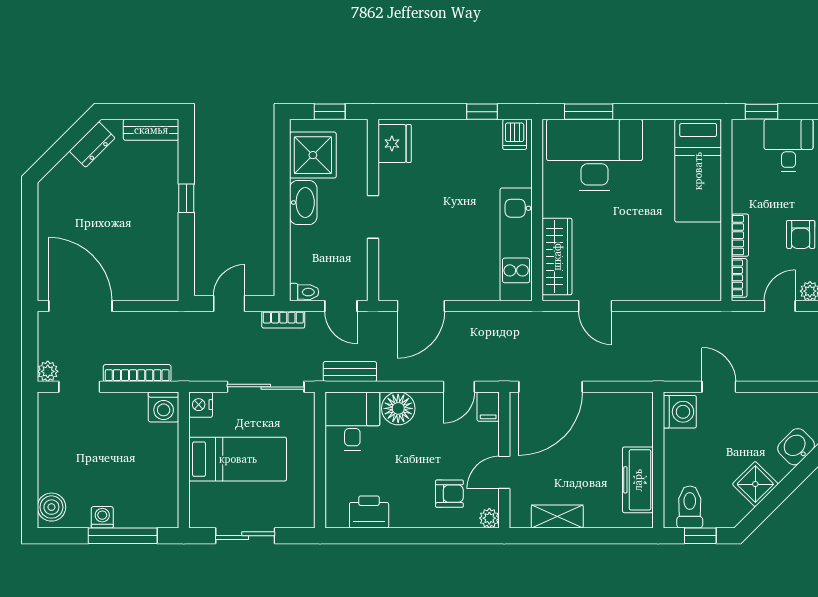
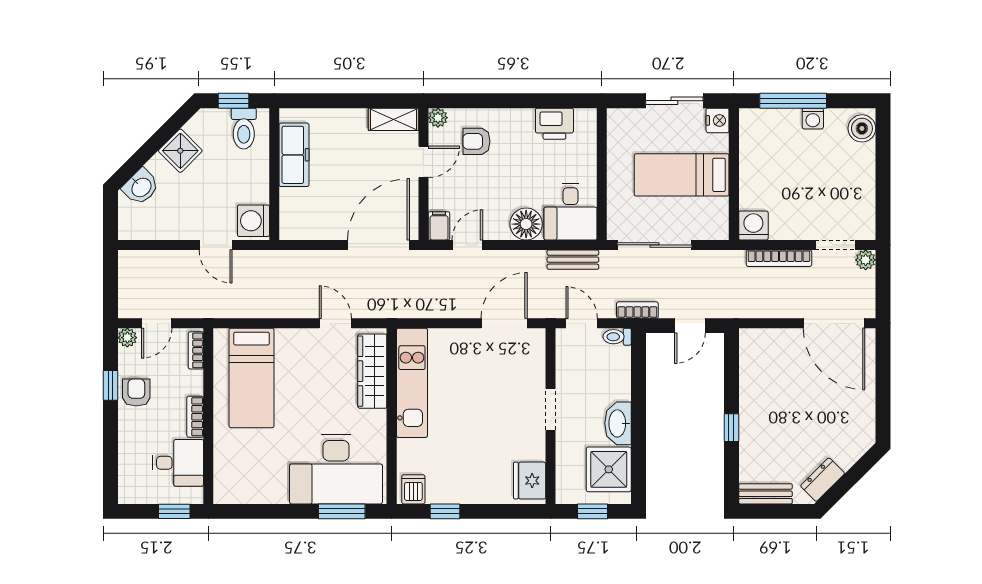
desk: (789, 145) -> (178, 463), moved, turned -90
bed: (698, 171) -> (252, 378), moved, turned 180
bookcase: (740, 235) -> (195, 417), moved
nightstand: (201, 405) -> (718, 120), moved
shelving: (557, 516) -> (393, 119), moved

